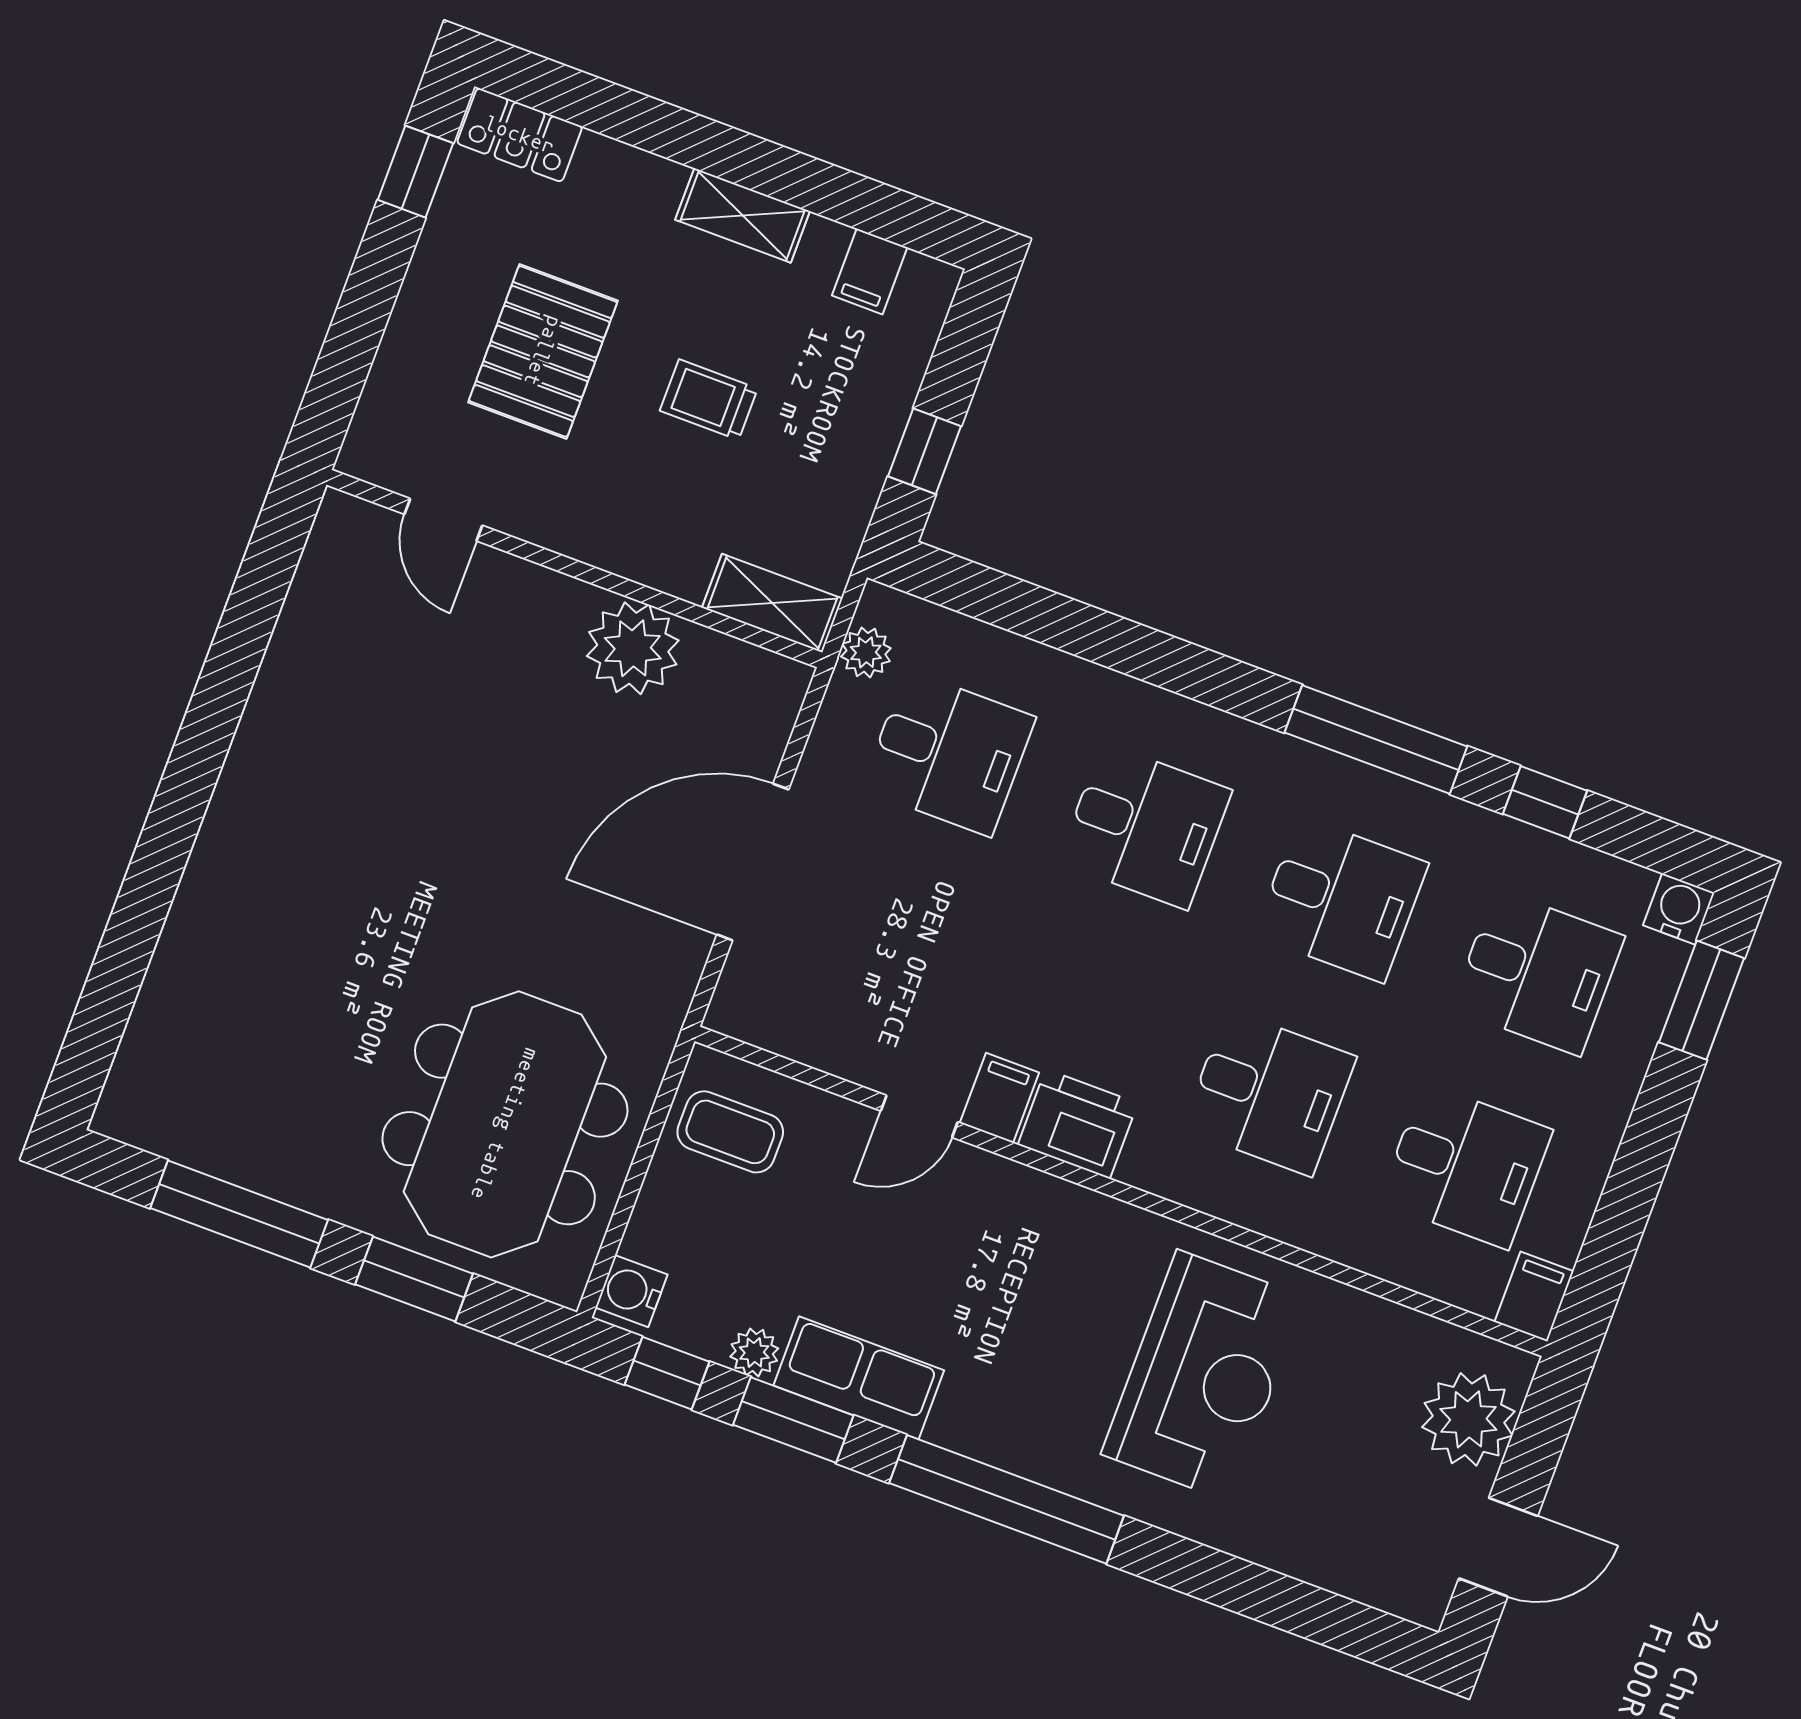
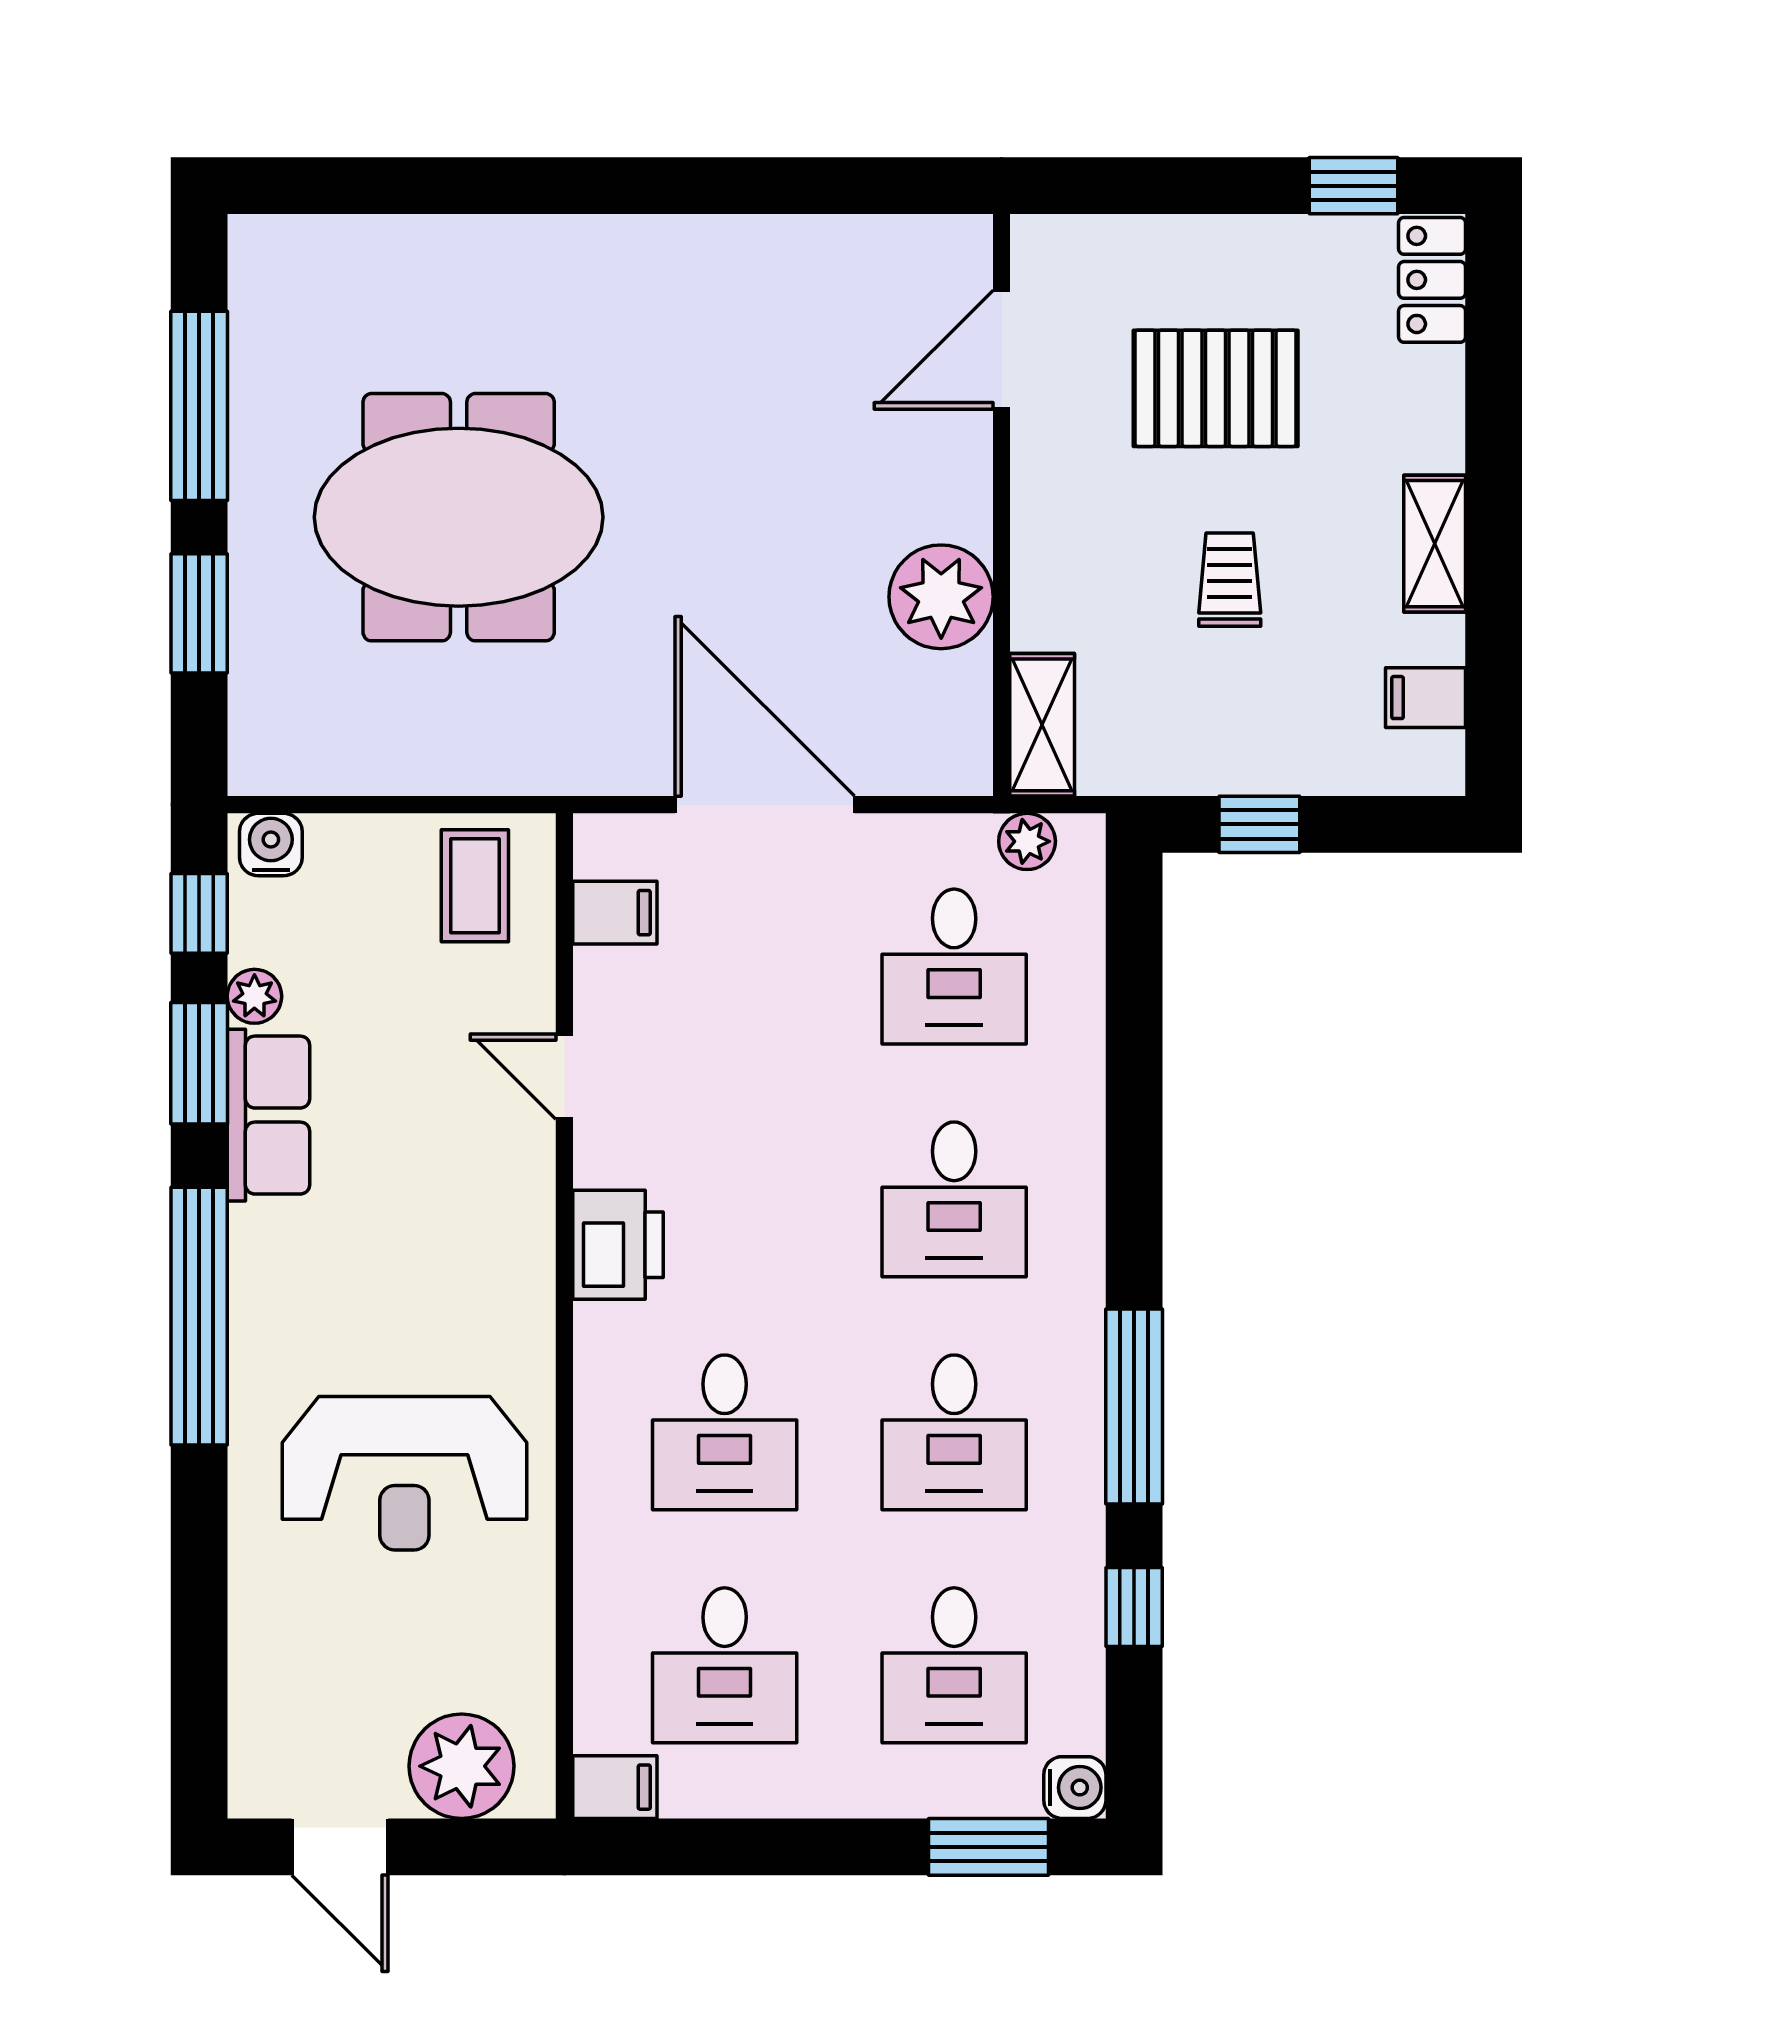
door: (443, 520) -> (1002, 350), width x1.38
filing cabinet: (999, 1098) -> (615, 913), moved
meeting table: (505, 1124) -> (459, 517), moved

